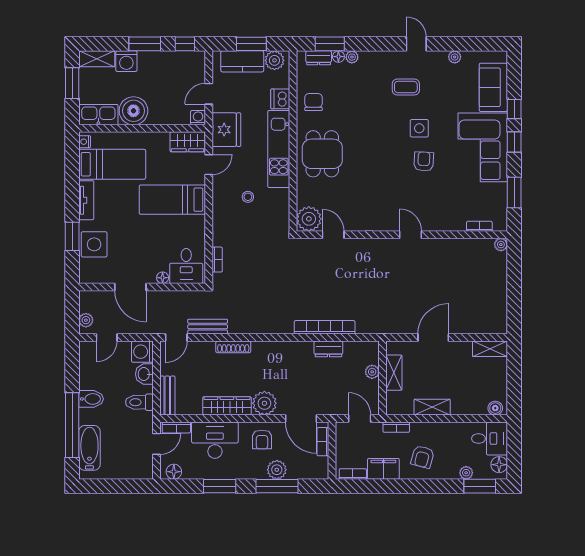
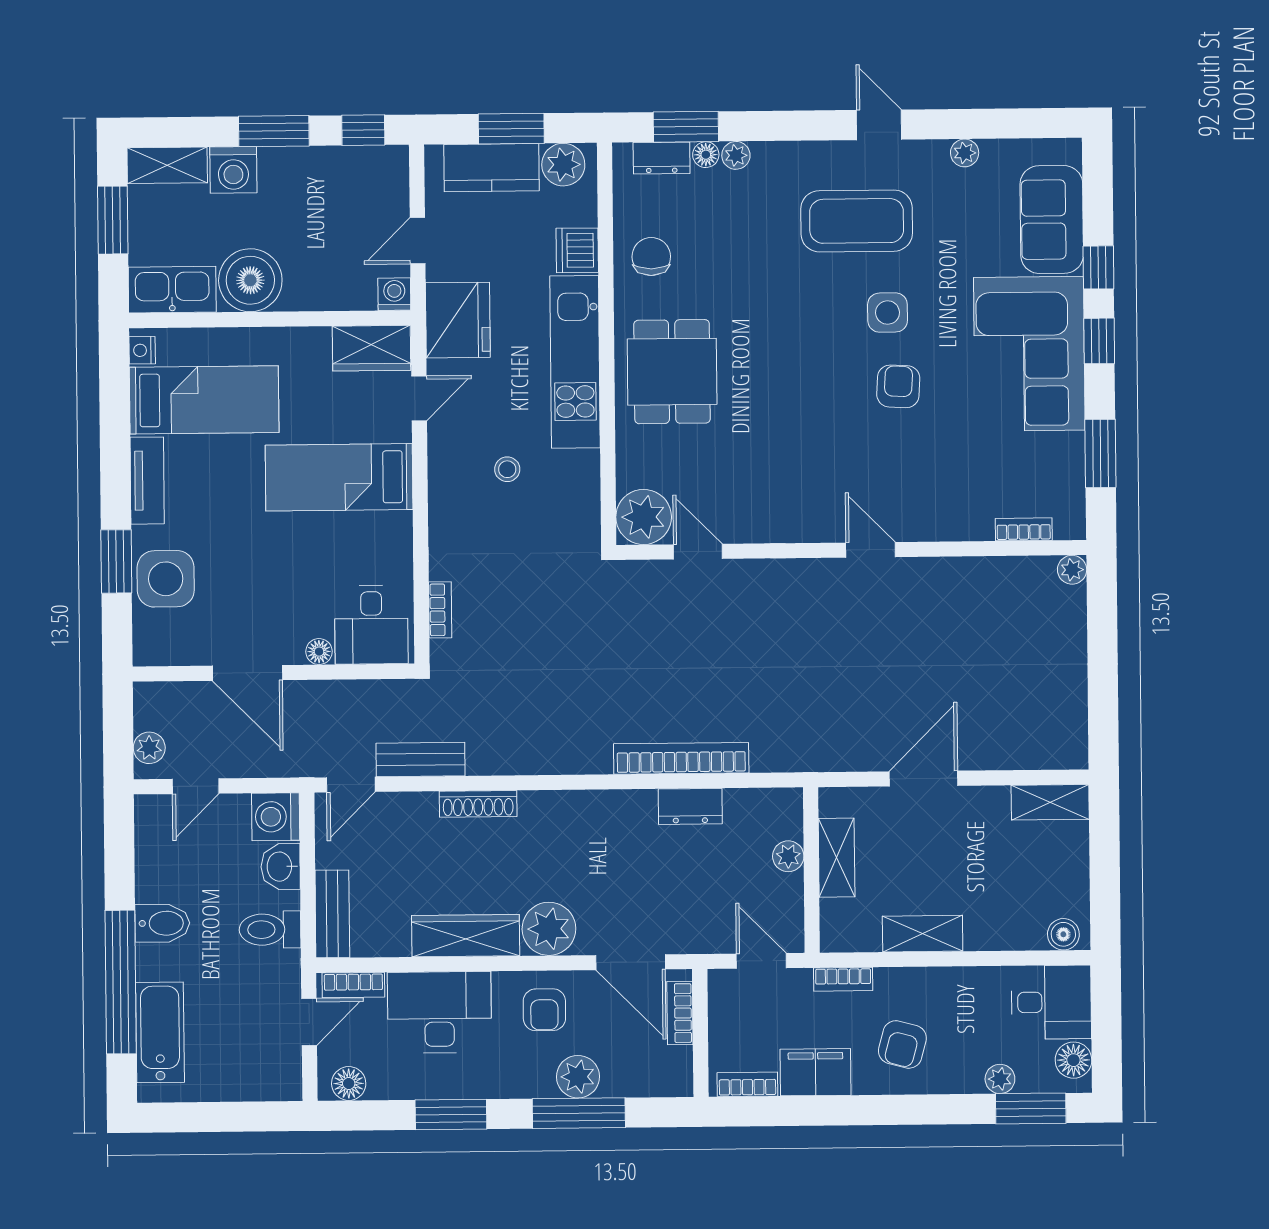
coffee table: (406, 87) -> (857, 221), width x1.86, depth x1.72

